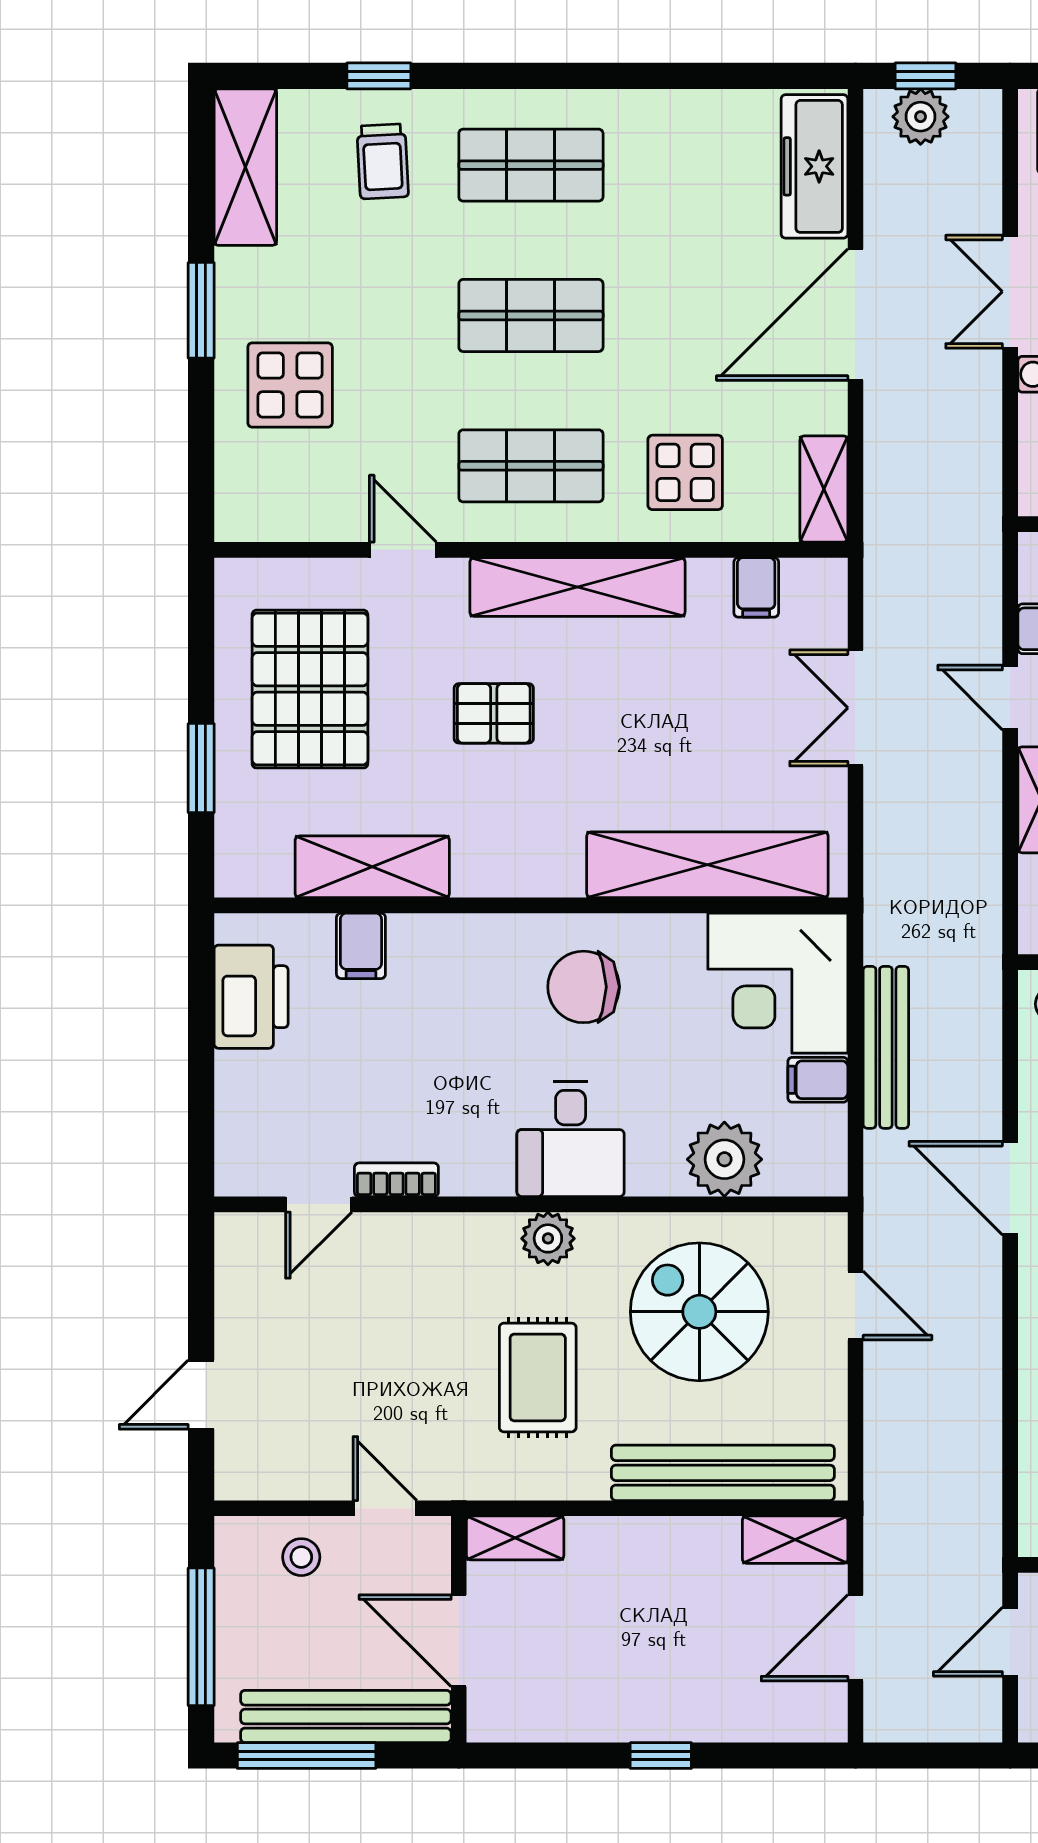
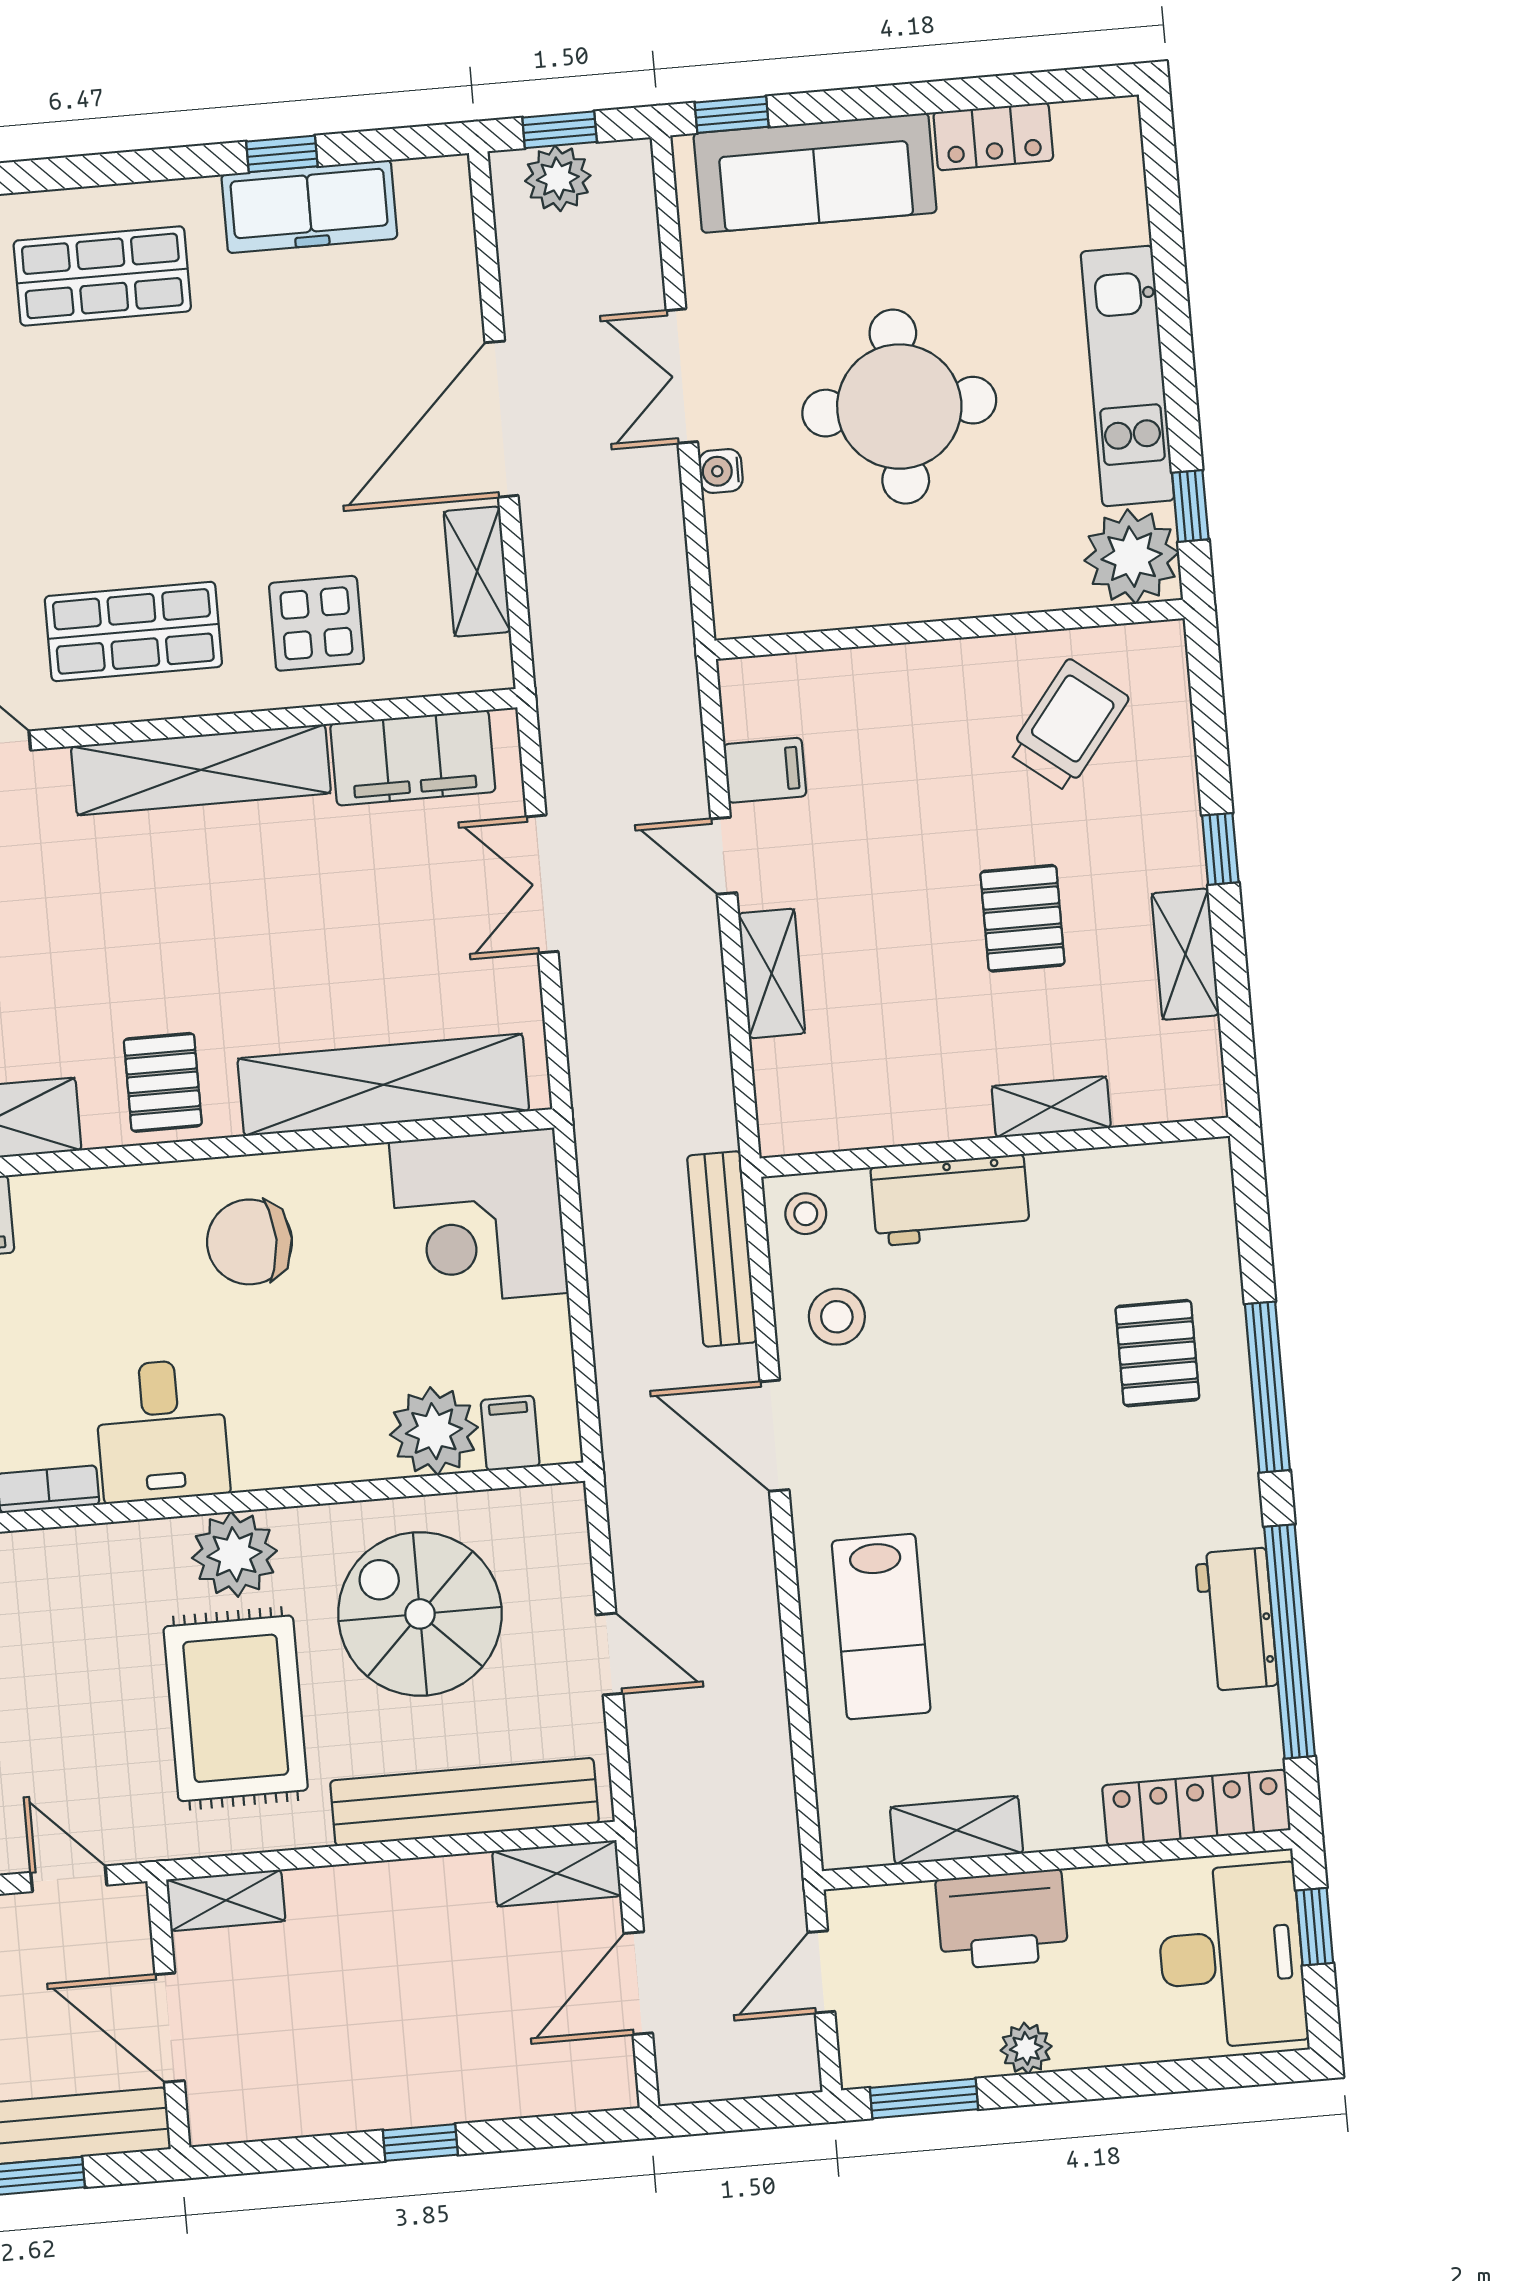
window: (691, 76) -> (282, 154), added
freezer: (814, 166) -> (309, 207), moved, turned -90
shop shelf: (531, 315) -> (118, 454), removed
shelving: (824, 489) -> (477, 572), moved
filing cabinet: (756, 587) -> (413, 758), width x3.00, depth x1.17
pallet: (494, 713) -> (163, 1082), moved, turned 90
bench: (886, 1047) -> (722, 1249), moved
filing cabinet: (818, 1080) -> (510, 1433), moved, turned 90
desk: (571, 1139) -> (162, 1430), moved
plant: (548, 1238) -> (234, 1554), width x1.36, depth x1.36
door: (855, 1306) -> (609, 1654), moved
rug: (538, 1377) -> (236, 1708), width x1.36, depth x1.43

